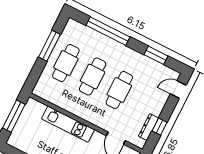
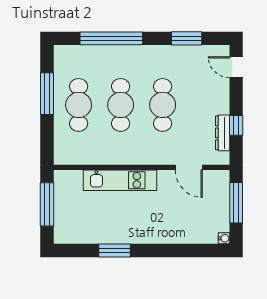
door: (178, 90) -> (236, 67), hinge flipped

